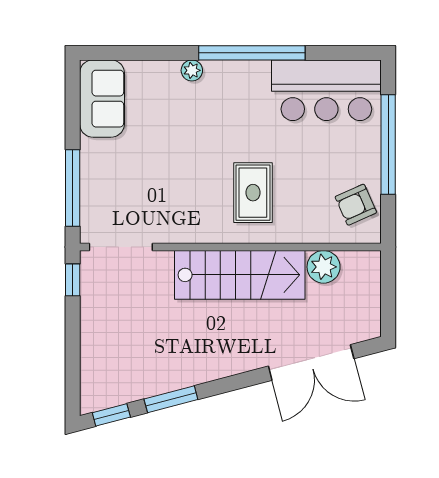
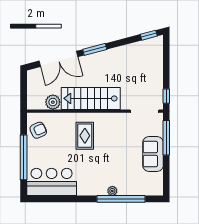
window: (252, 53) -> (121, 199), moved
sofa: (102, 99) -> (153, 154), moved
double door: (311, 362) -> (58, 59), swing flipped
window: (171, 399) -> (95, 49), moved

